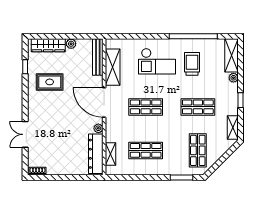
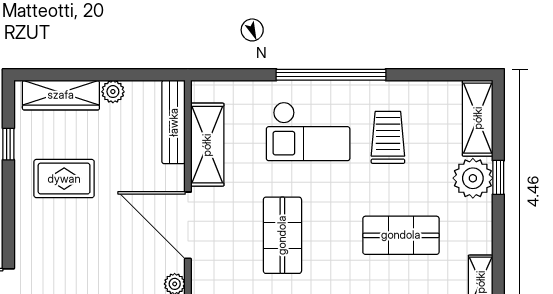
window: (193, 36) -> (331, 75), moved
plant: (233, 78) -> (473, 178), width x1.88, depth x1.88
window: (241, 100) -> (498, 177), moved
shop shelf: (146, 107) -> (282, 235), turned 90

